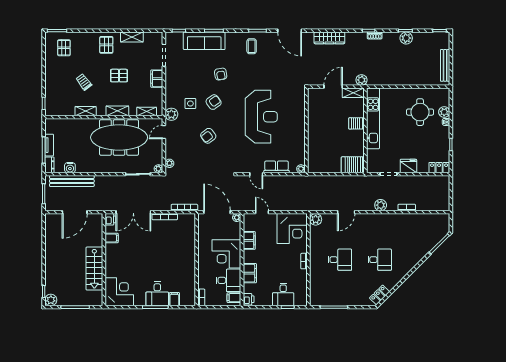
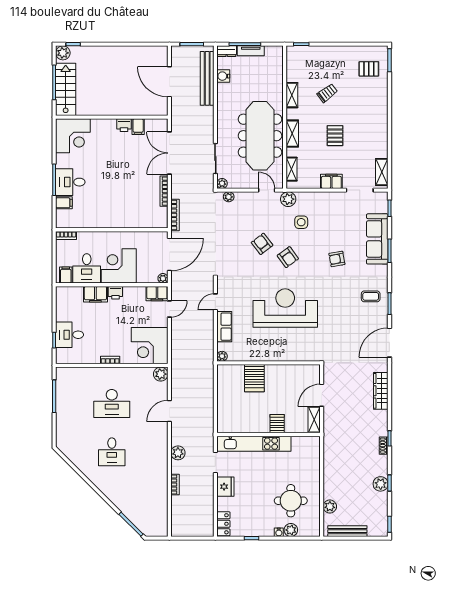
shelving: (132, 37) -> (382, 172), moved
pallet: (106, 45) -> (372, 120), removed
plant: (361, 80) -> (330, 507), moved
door: (333, 87) -> (322, 395), swing flipped
armchair: (214, 102) -> (288, 257), moved
reception desk: (261, 117) -> (285, 308), turned 180
kitchen unit: (373, 118) -> (254, 444), moved
server rack: (353, 165) -> (254, 378), moved, turned 180
door: (346, 212) -> (169, 411), hinge flipped
printer: (110, 219) -> (124, 125), moved
filing cabinet: (249, 240) -> (157, 294), moved
desk: (340, 260) -> (112, 403), width x1.37
stairs: (94, 269) -> (66, 89), moved, turned 90
locker: (380, 295) -> (69, 452), removed
printer: (249, 299) -> (115, 293), moved

